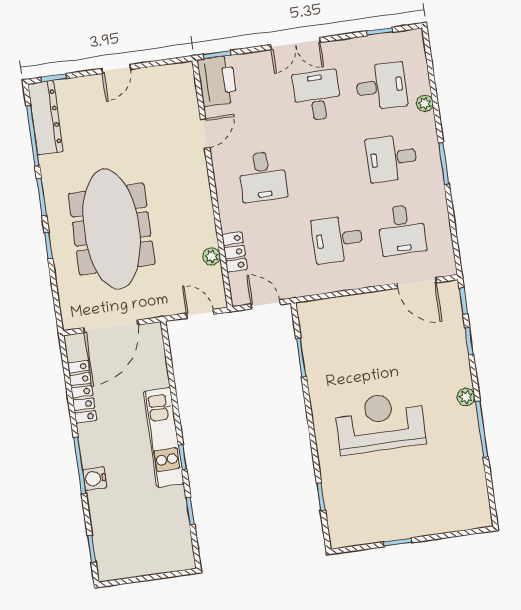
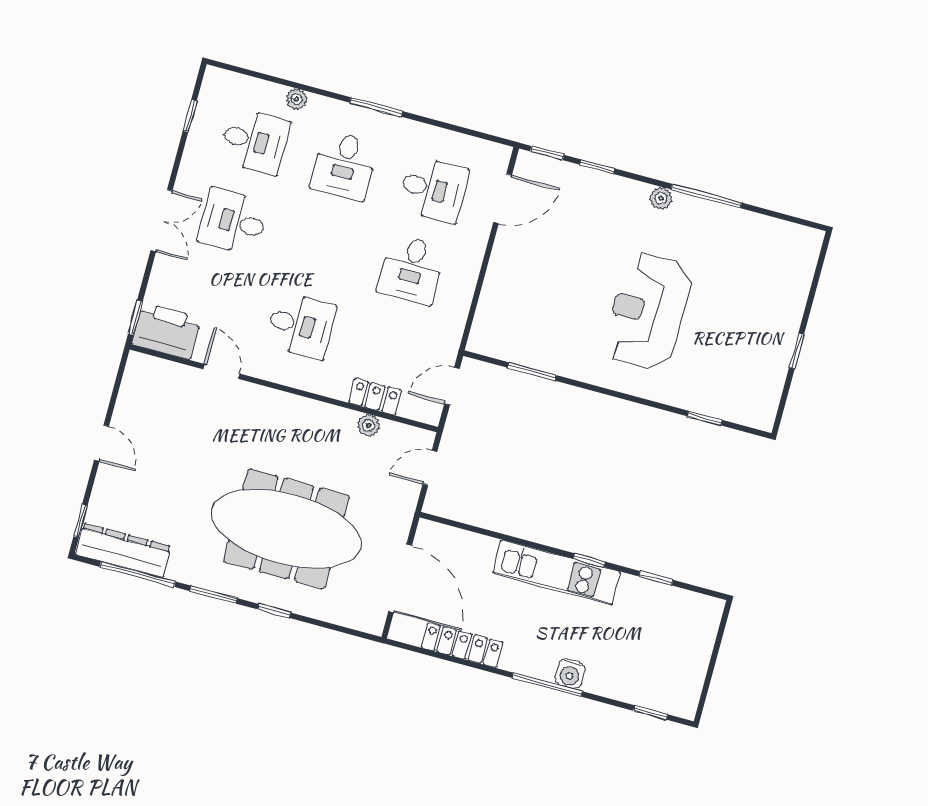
desk: (381, 86) -> (255, 141), turned 90

